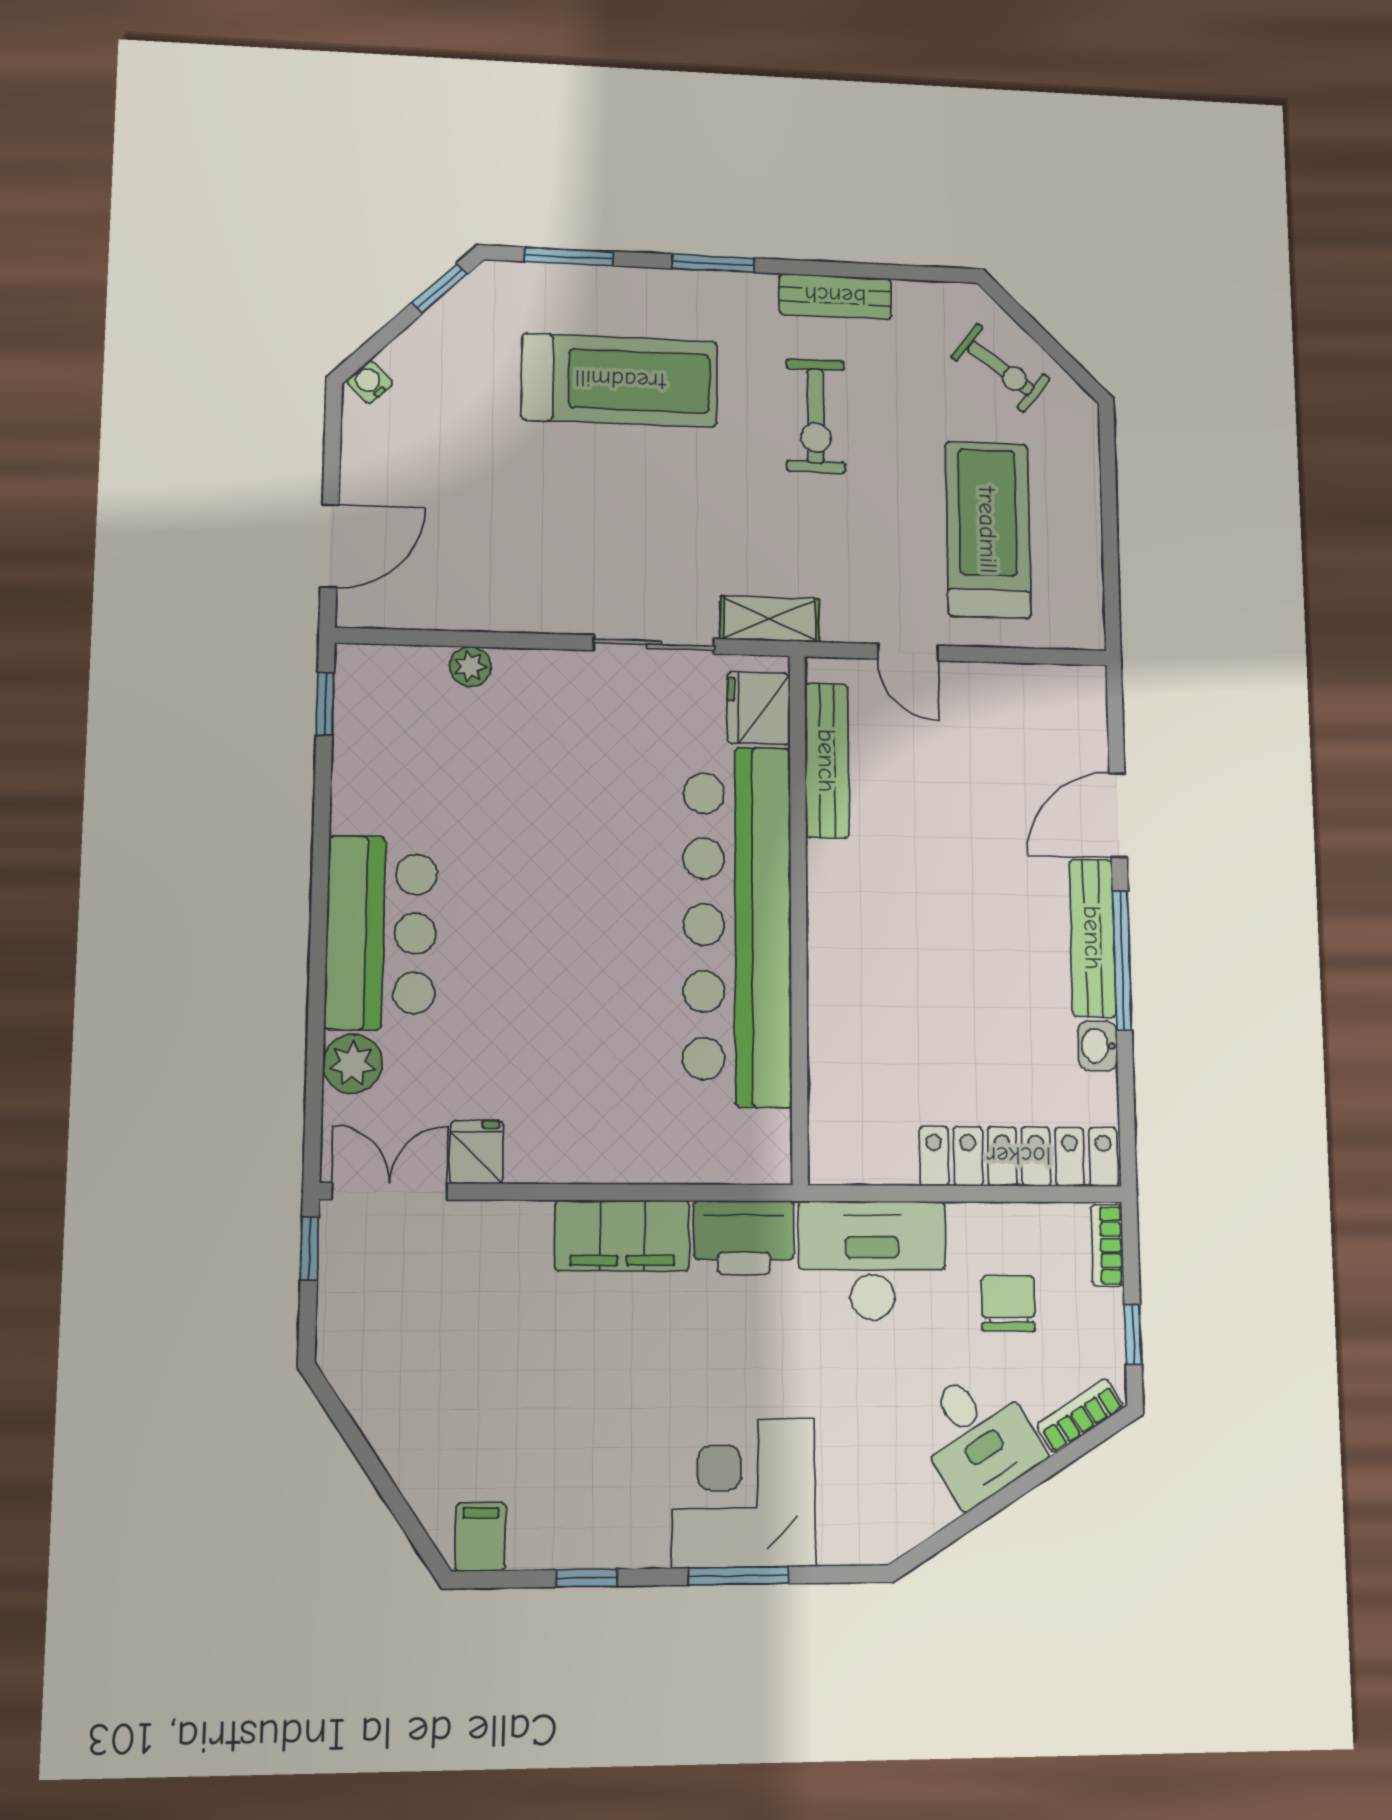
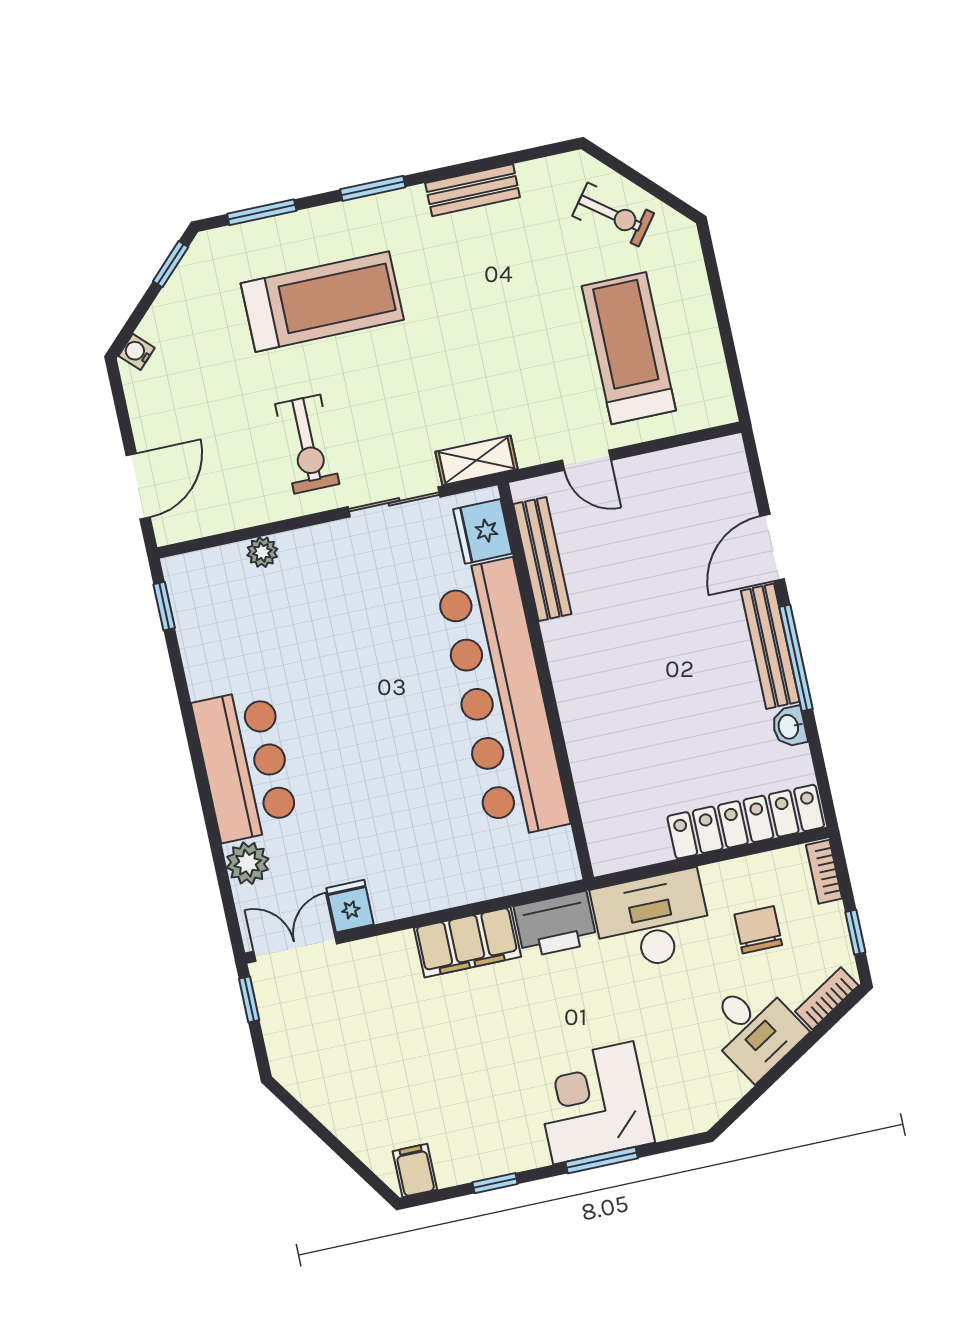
exercise bike: (816, 416) -> (307, 444), moved

